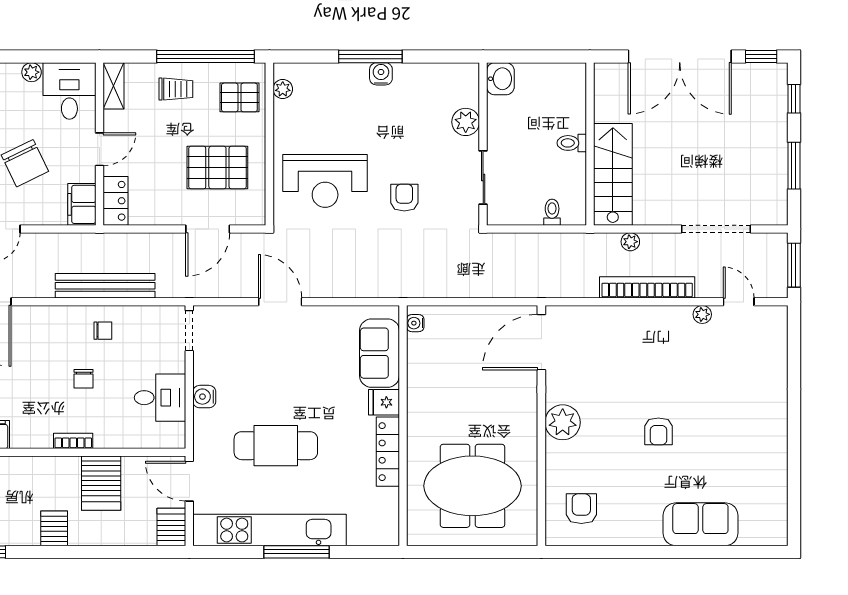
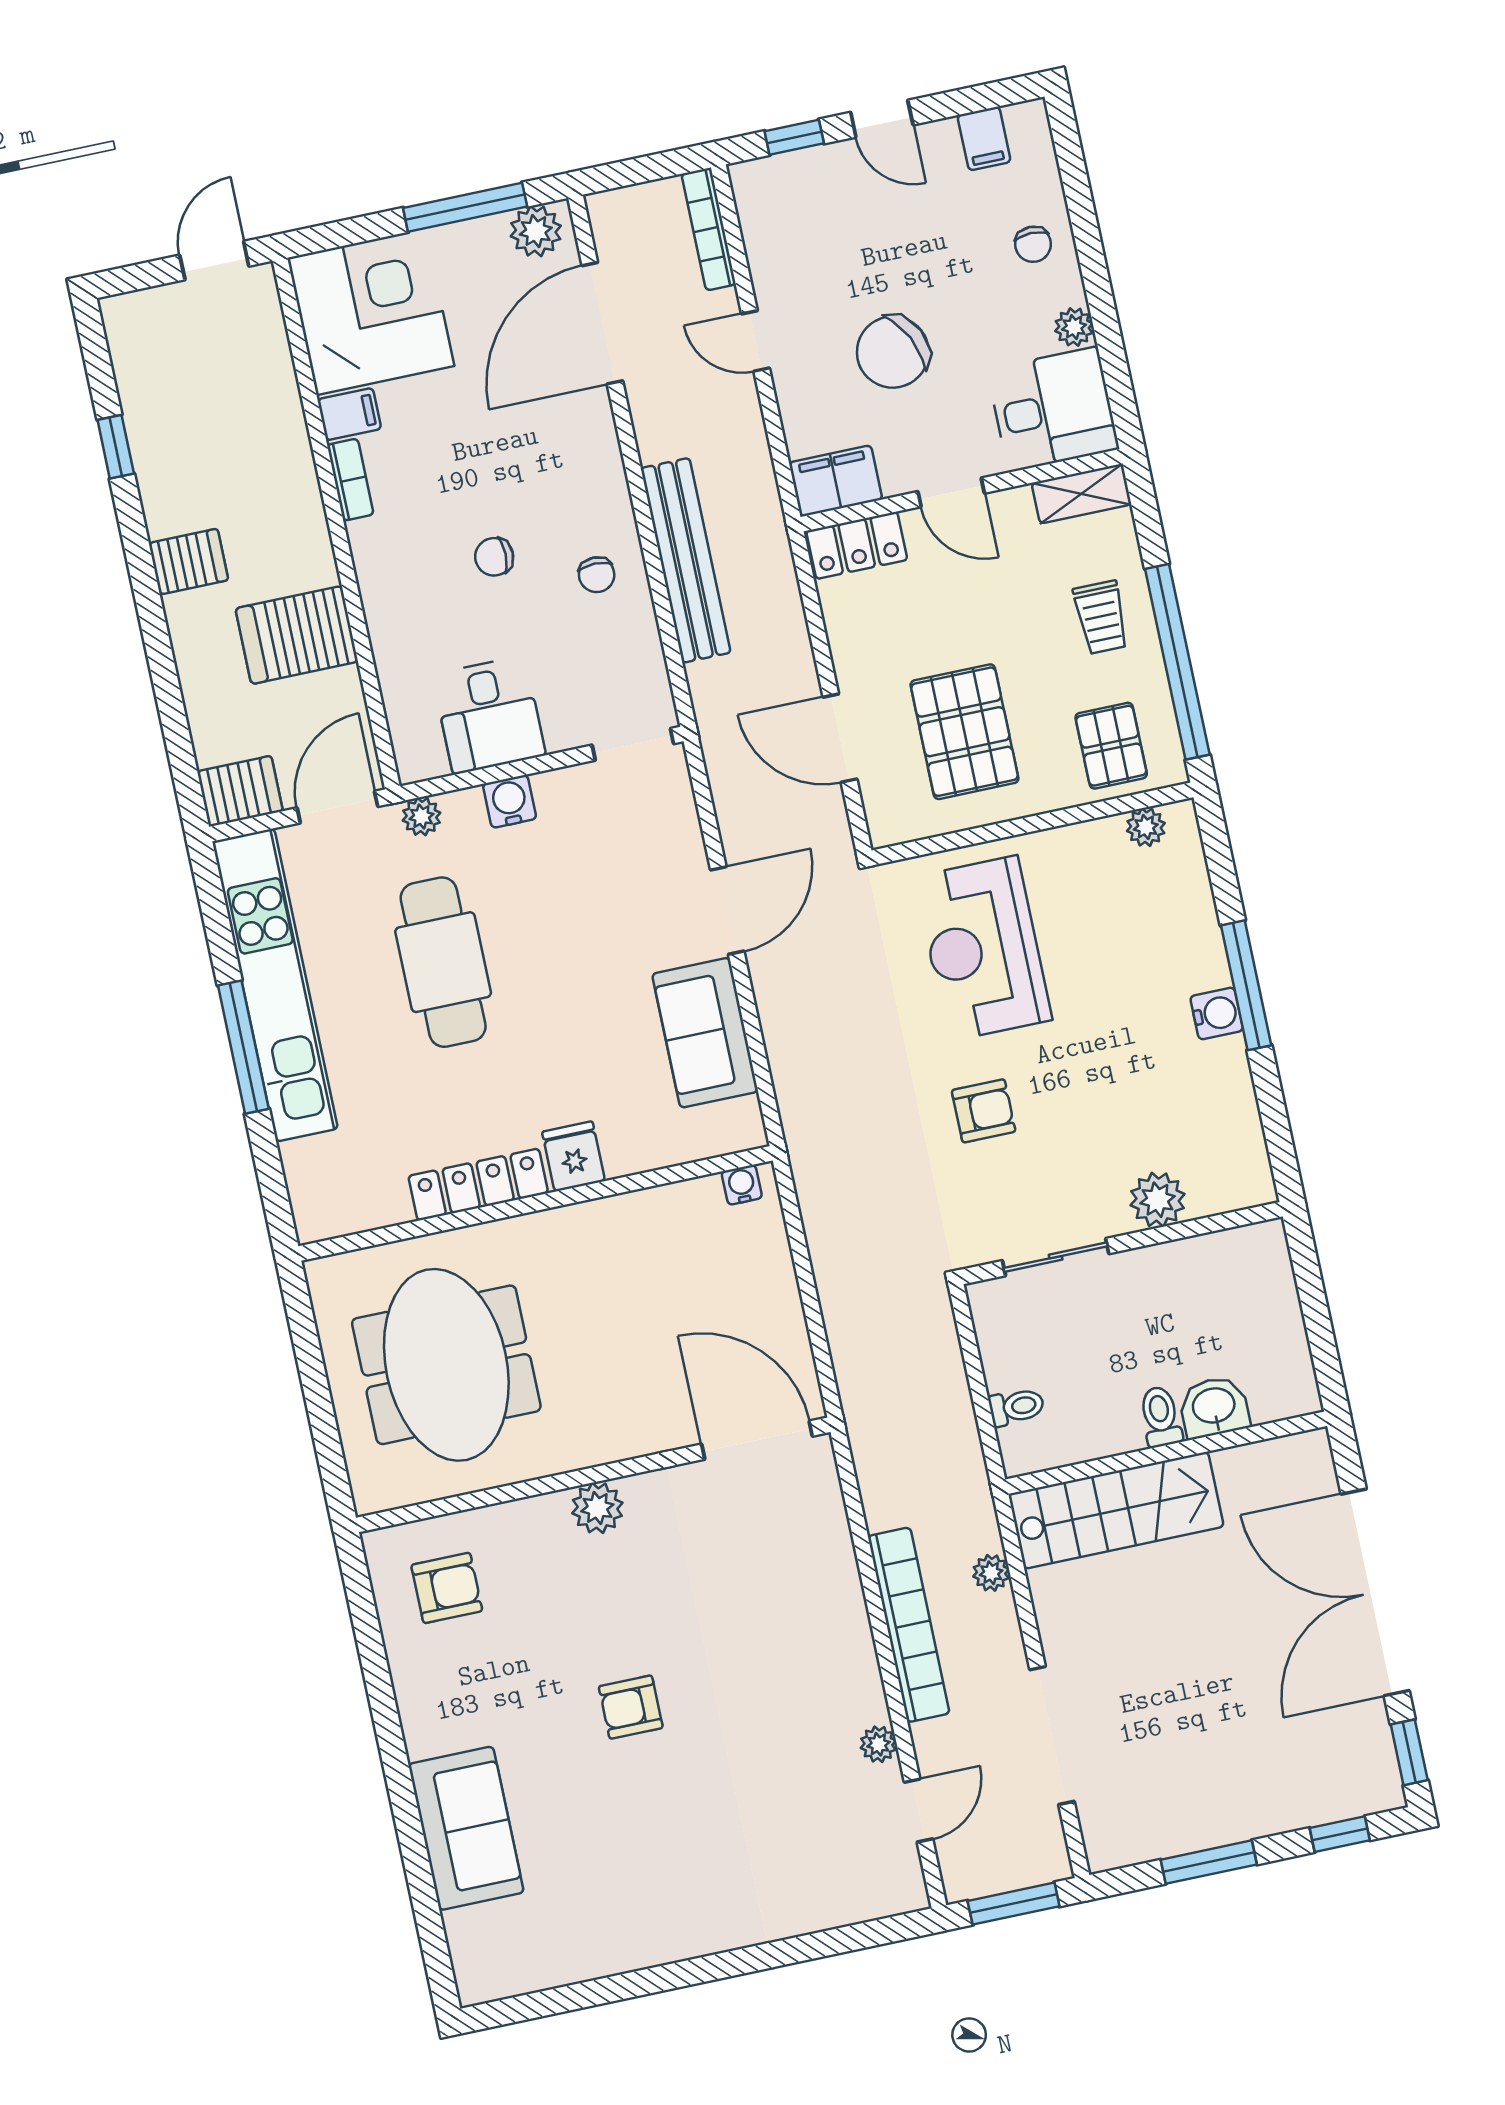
washbasin: (500, 79) -> (1214, 1407), moved, turned 180
sofa: (379, 353) -> (705, 1033), moved, turned -90
plant: (563, 422) -> (597, 1508), width x0.73, depth x0.73
bookcase: (73, 441) -> (350, 480), moved
plant: (203, 441) -> (421, 817), added

